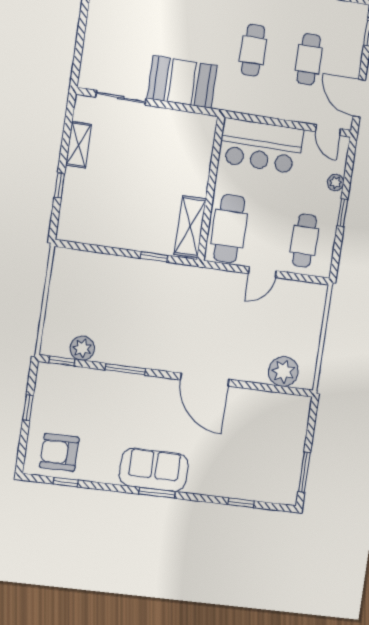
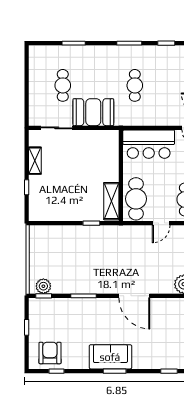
cafe table: (309, 59) -> (63, 85), moved
plant: (82, 348) -> (43, 286), moved
armchair: (59, 452) -> (50, 353), turned 90

